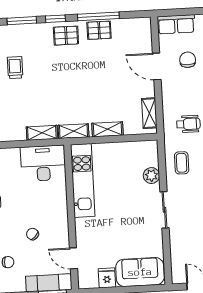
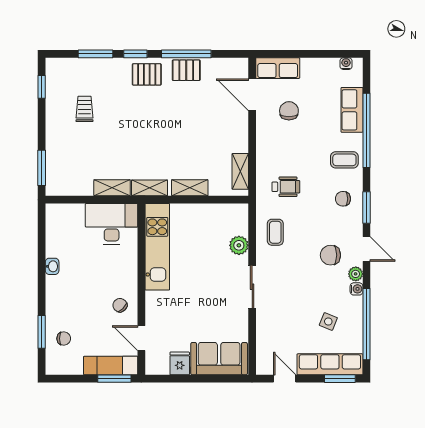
door: (157, 66) -> (252, 95), moved
chair: (33, 234) -> (120, 305), moved

